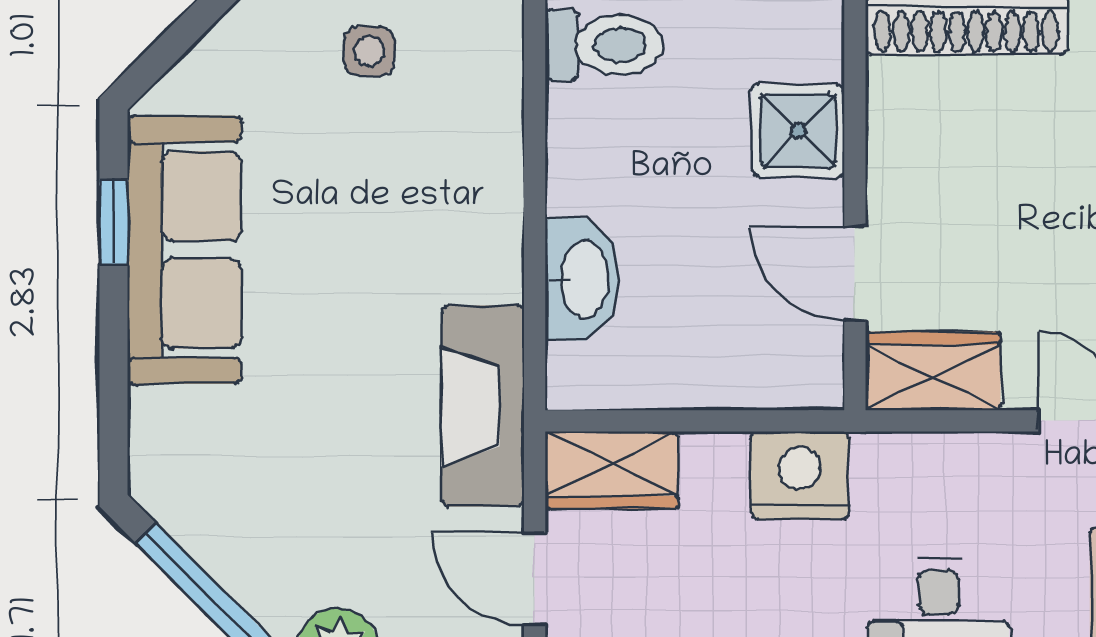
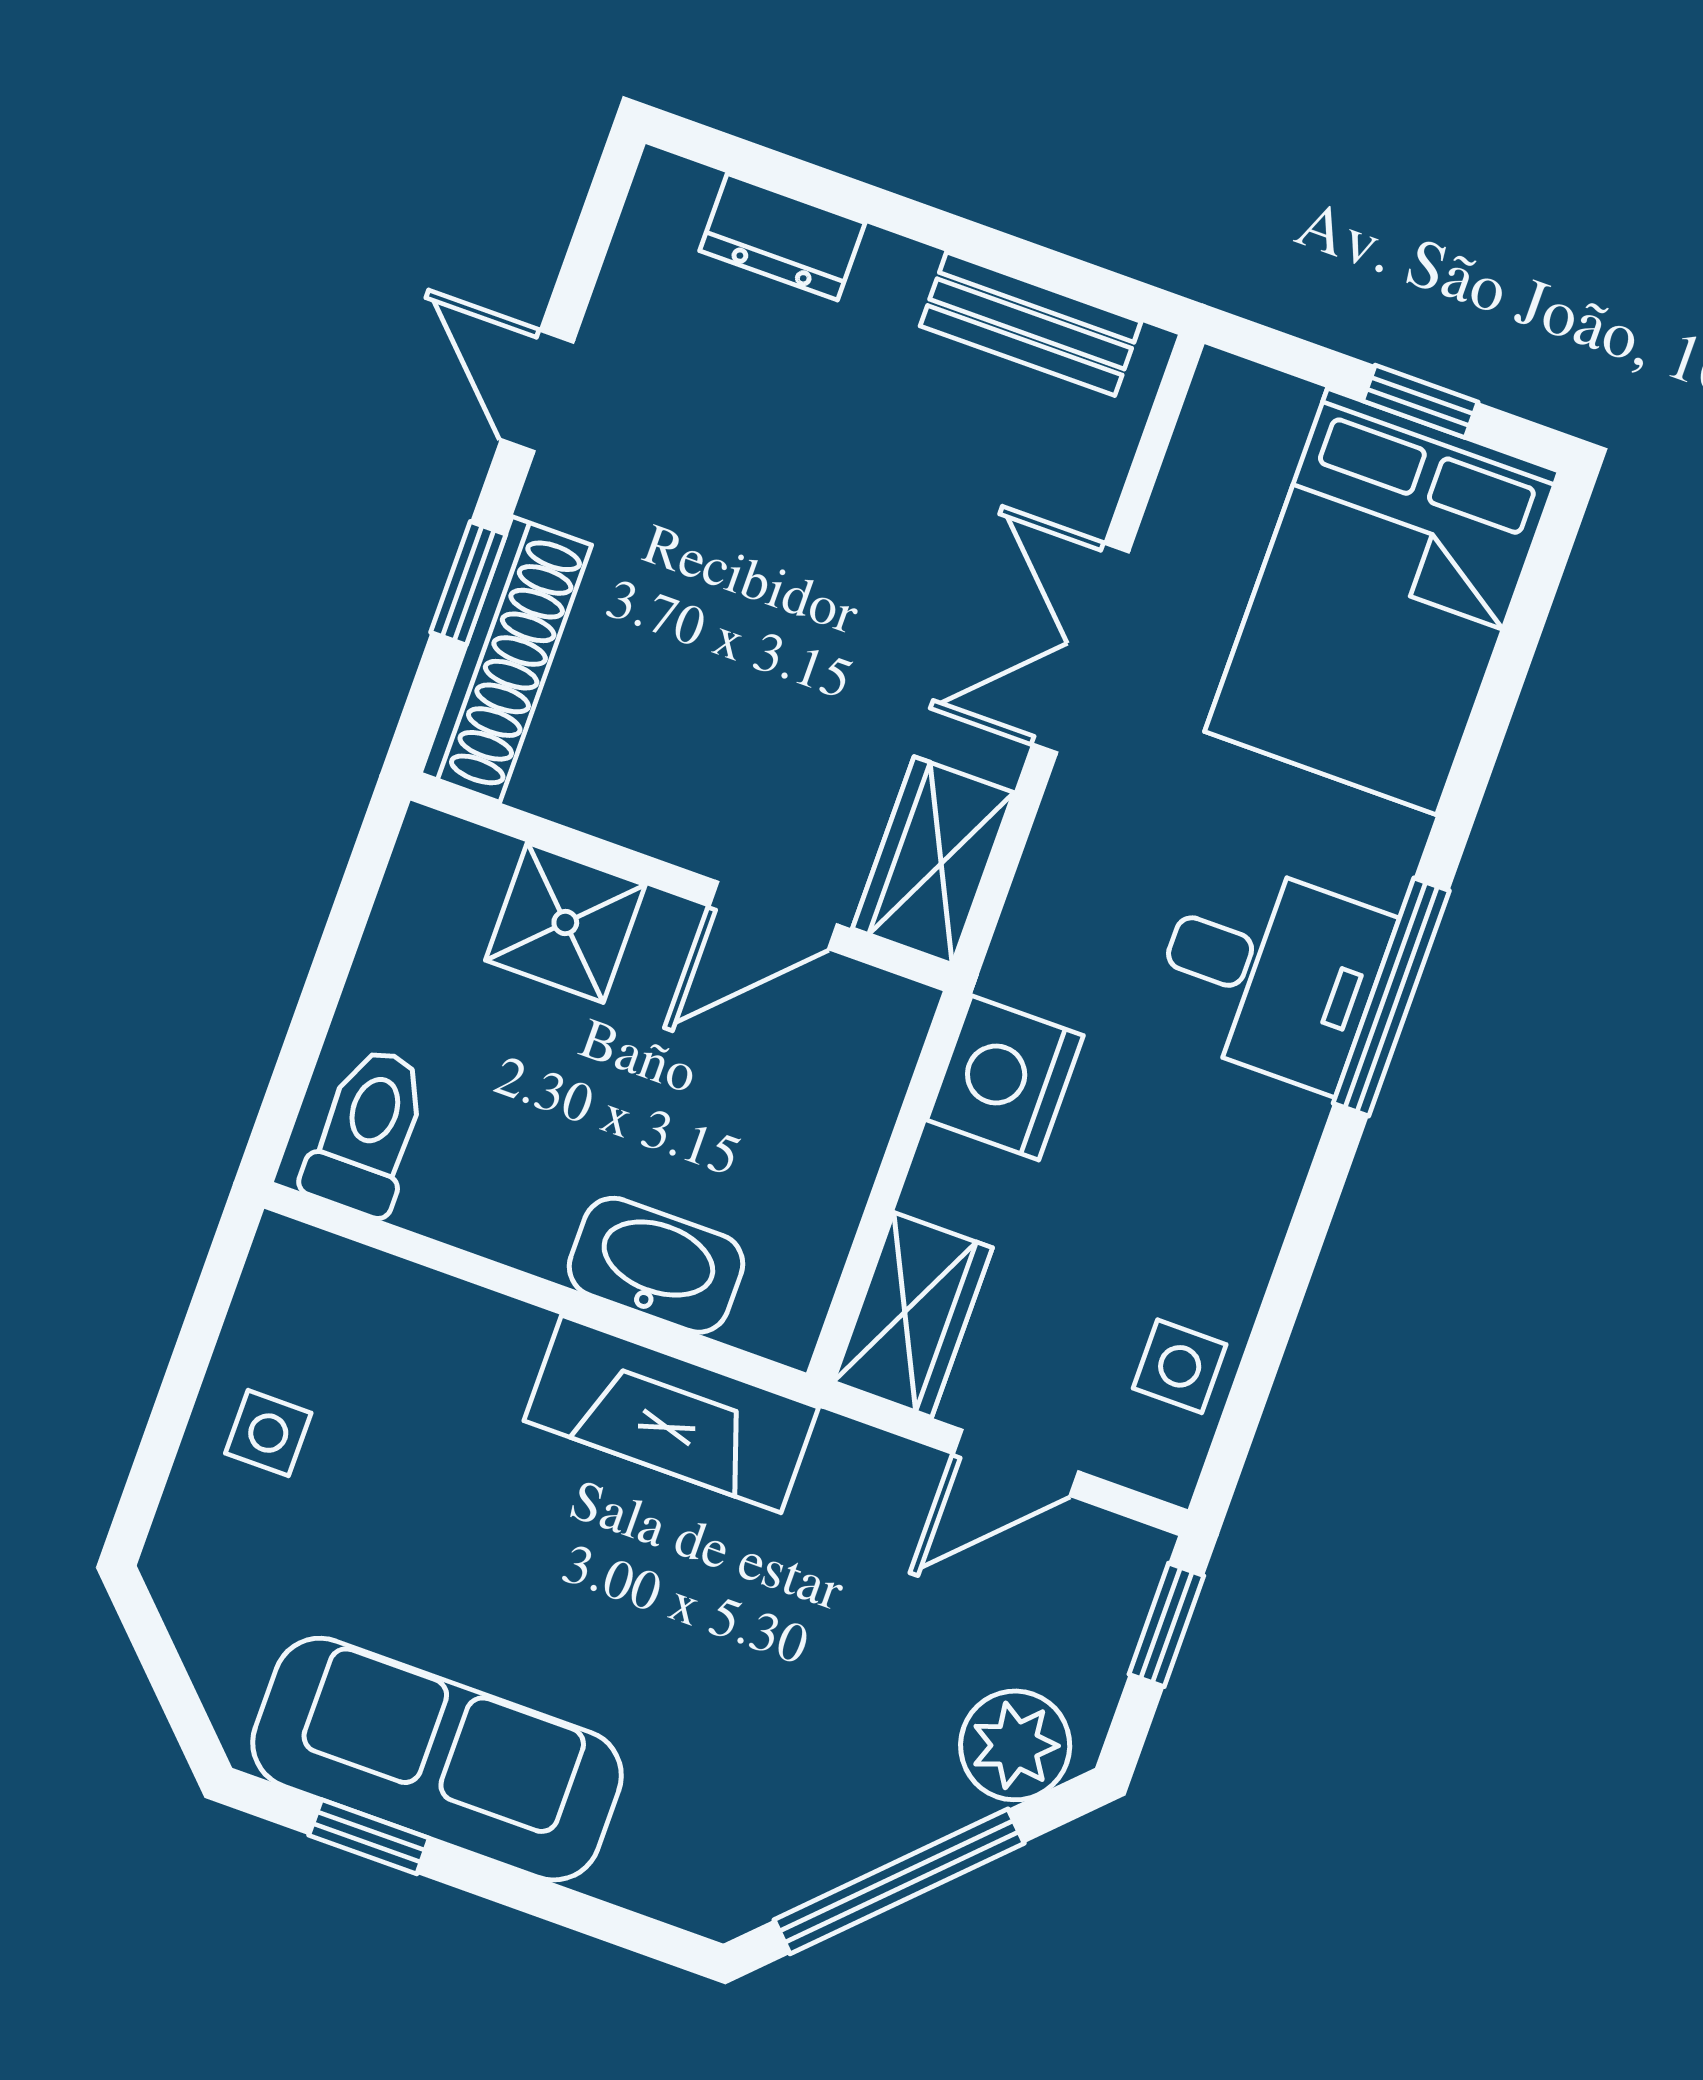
fireplace: (483, 406) -> (671, 1414), moved

